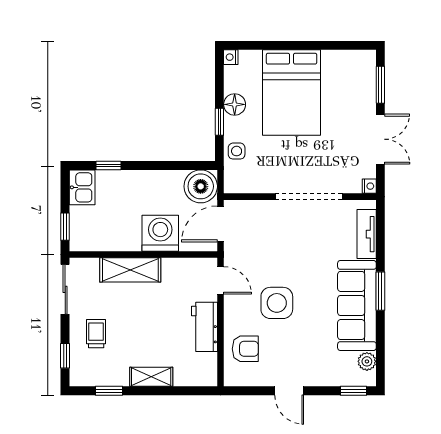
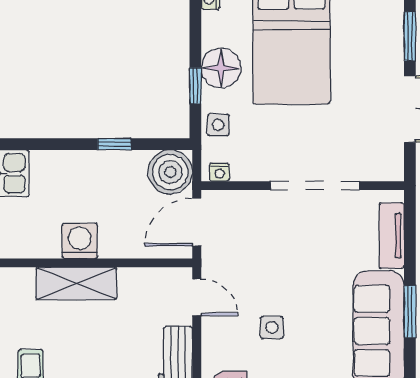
floor lamp: (235, 104) -> (221, 68), width x1.38, depth x1.38
window: (109, 165) -> (114, 144), moved
nightstand: (369, 186) -> (219, 172), moved, turned 90
washing machine: (160, 233) -> (80, 241), moved, width x0.73, depth x0.73
side table: (277, 303) -> (272, 328), width x0.54, depth x0.54

